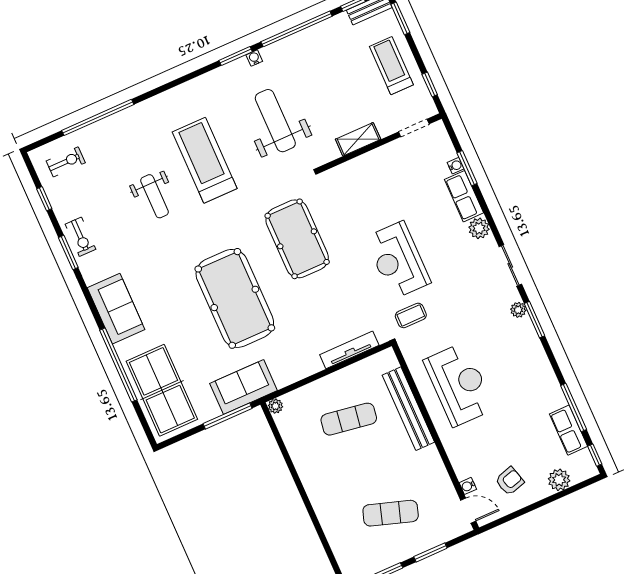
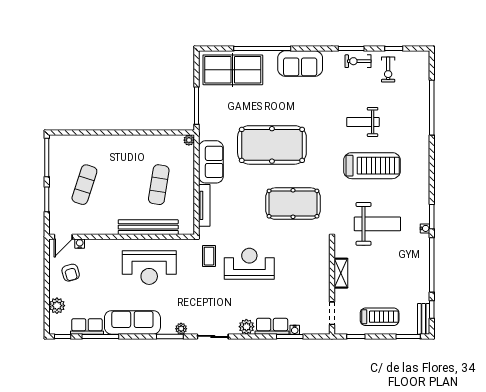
exercise bike: (66, 162) -> (388, 70), moved
sofa: (538, 375) -> (132, 322), added
sofa: (244, 387) -> (211, 162), moved

